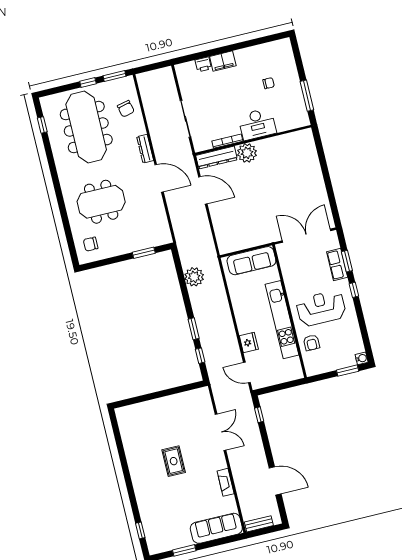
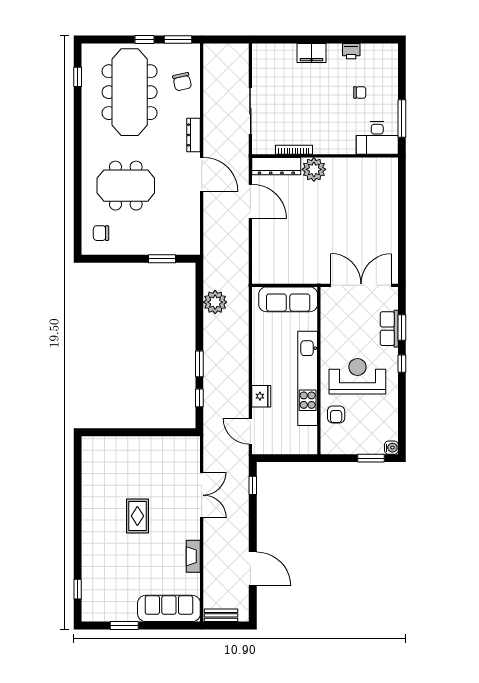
printer: (203, 64) -> (351, 51), moved
desk: (257, 124) -> (377, 138), moved

